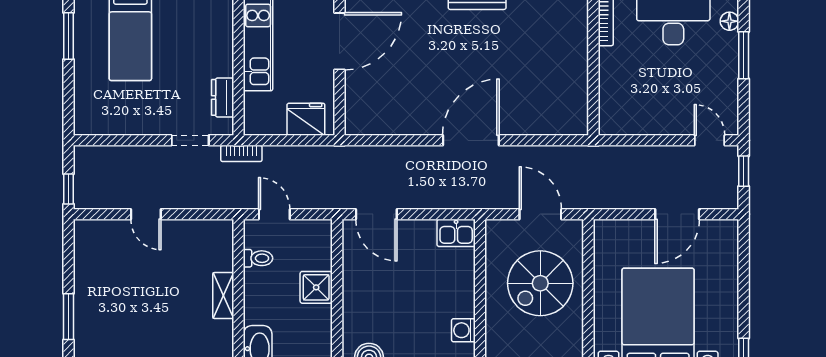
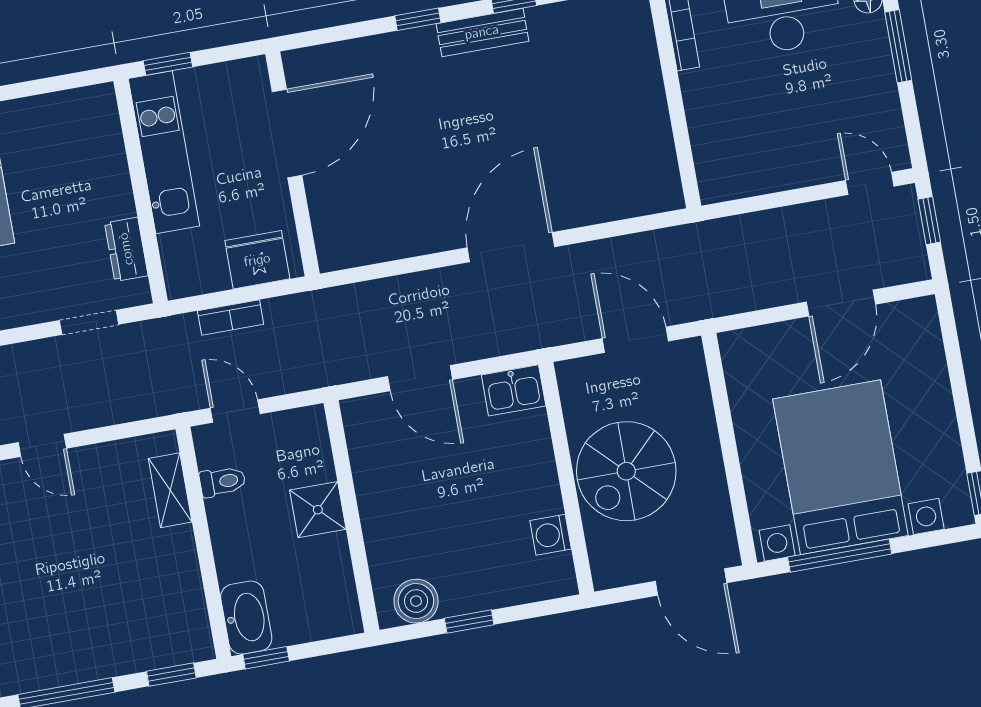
bookcase: (241, 153) -> (231, 318), moved
door: (376, 214) -> (420, 378), moved
spiral stairs: (540, 283) -> (626, 471), moved
shelving: (223, 296) -> (170, 490), moved

